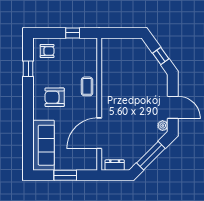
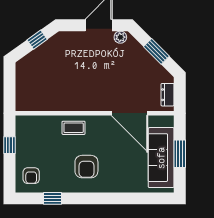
armchair: (47, 51) -> (31, 176), turned 180
sofa: (44, 145) -> (161, 158), moved, turned -90
window: (151, 156) -> (156, 51), width x0.69

